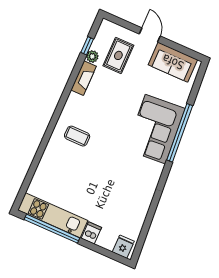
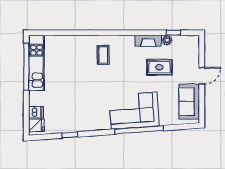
rug: (118, 55) -> (159, 67), moved
window: (151, 214) -> (70, 135), added
dishwasher: (91, 233) -> (36, 112), moved

